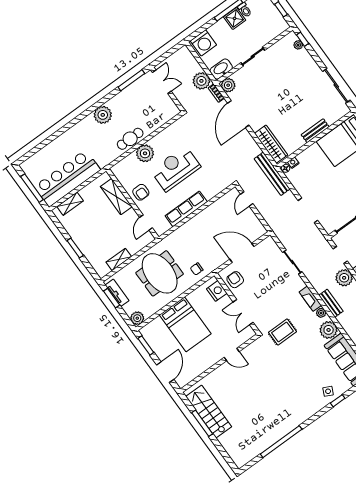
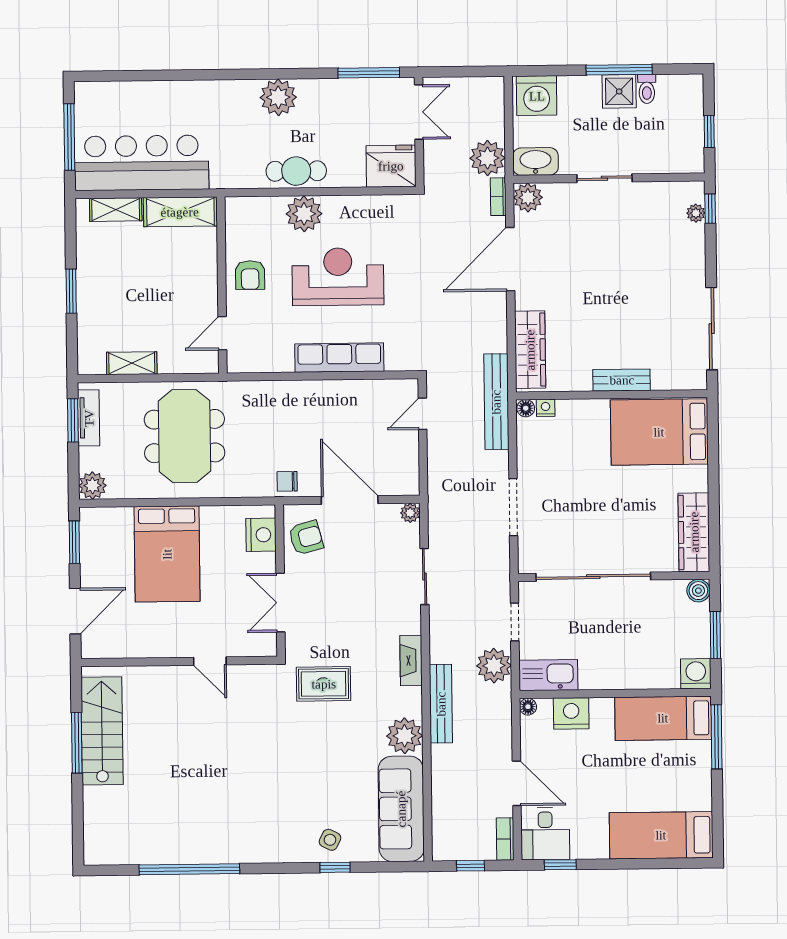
fridge: (166, 111) -> (391, 166), added
shelving: (116, 197) -> (180, 212), moved, turned 90
row of seats: (186, 209) -> (339, 358), moved
chair: (197, 269) -> (287, 481), moved
armchair: (235, 280) -> (306, 538), turned 75
bench: (331, 303) -> (441, 704), width x1.36
plant: (321, 313) -> (410, 513), moved

